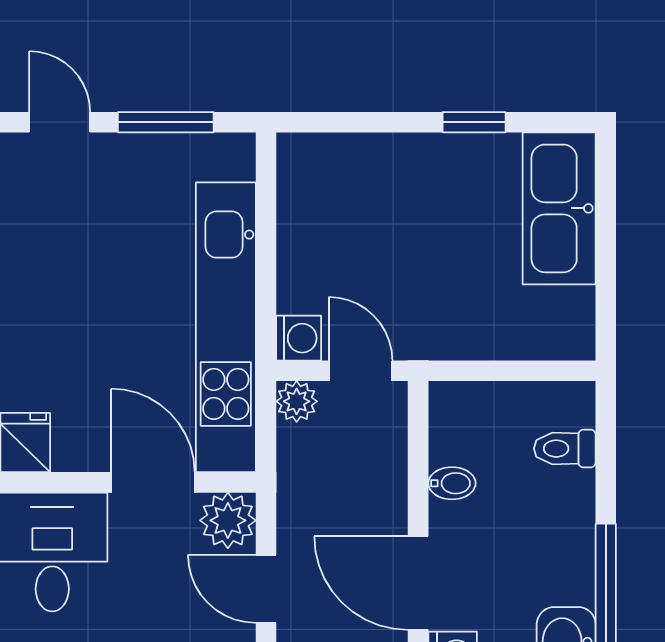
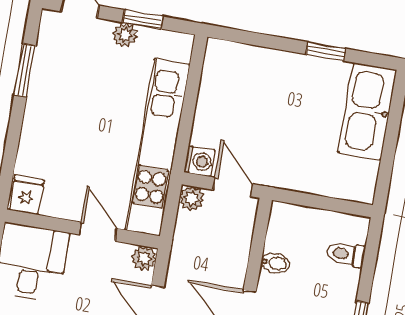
window: (166, 122) -> (143, 19), width x0.67
plant: (141, 153) -> (125, 35), added
door: (153, 482) -> (98, 232), width x0.73
plant: (228, 520) -> (144, 258), width x0.73, depth x0.73

